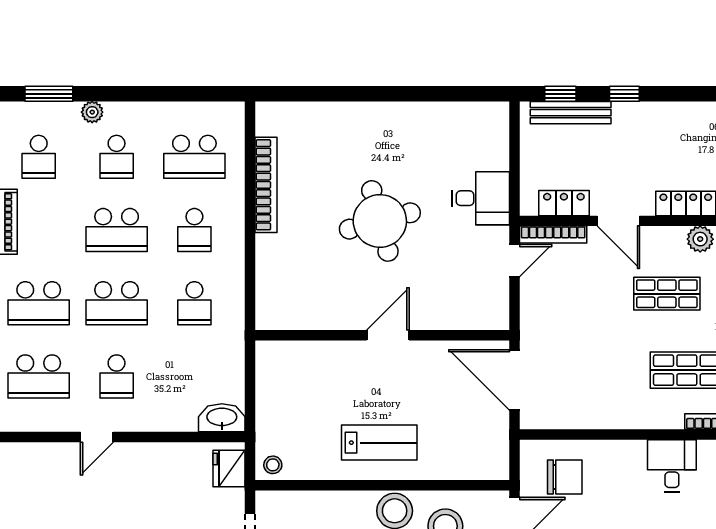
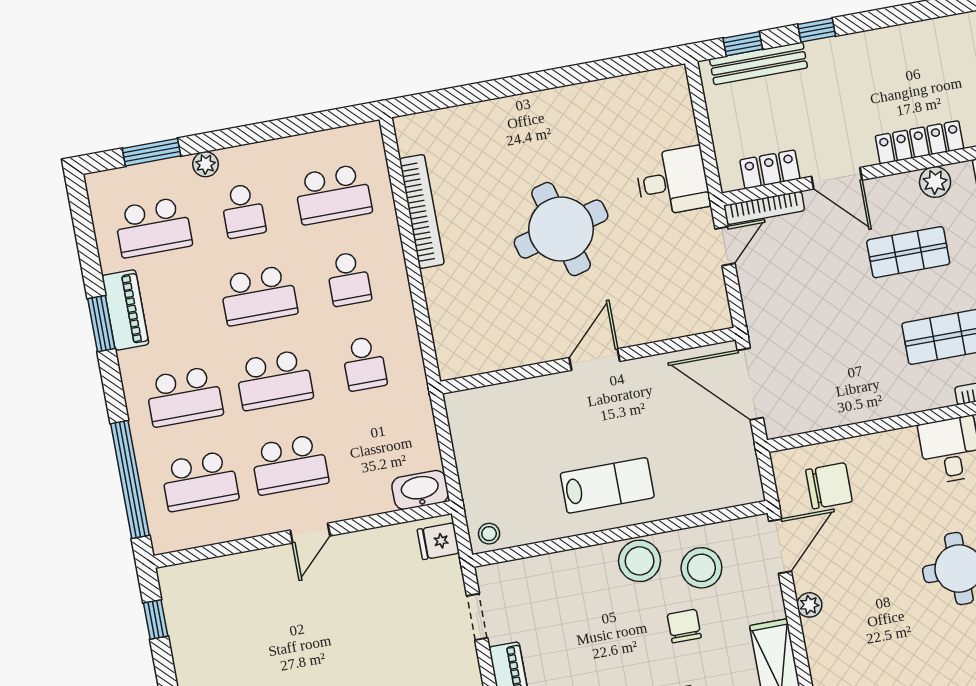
school desk: (39, 157) -> (153, 227), width x1.85
school desk: (117, 376) -> (290, 465), width x1.85
door: (97, 437) -> (310, 533), moved
fridge: (229, 469) -> (438, 541), width x0.72

